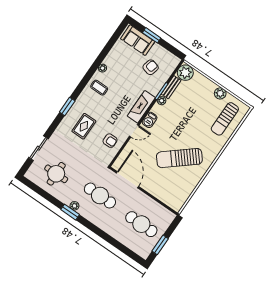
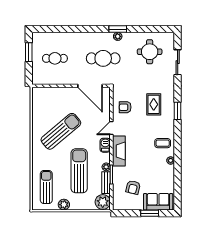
sun lounger: (187, 113) -> (79, 171), added
cafe table: (141, 224) -> (55, 58), width x0.73, depth x0.74

